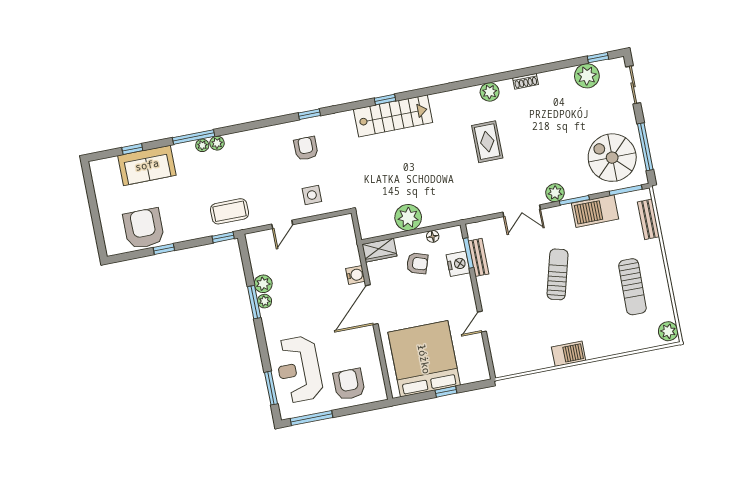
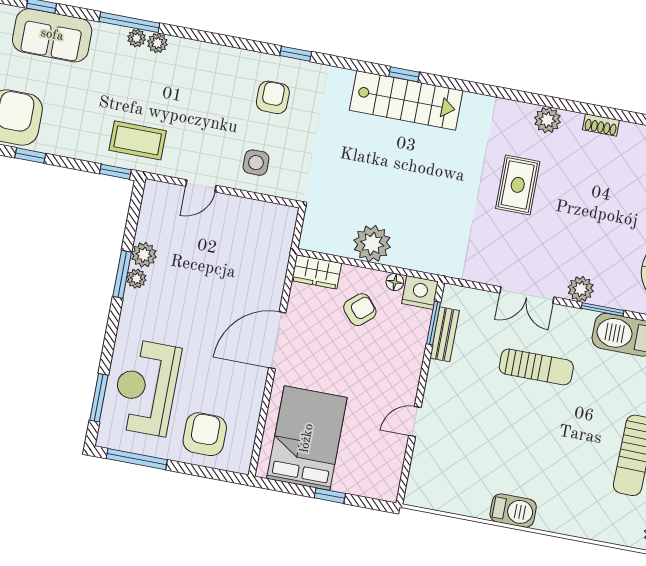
armchair: (417, 263) -> (360, 310), turned -59
nightstand: (458, 264) -> (420, 293), moved, turned -90
sun lounger: (558, 274) -> (536, 367), moved, turned 75
water cooler: (355, 275) -> (271, 292), removed
bed: (424, 359) -> (307, 438), width x0.73

